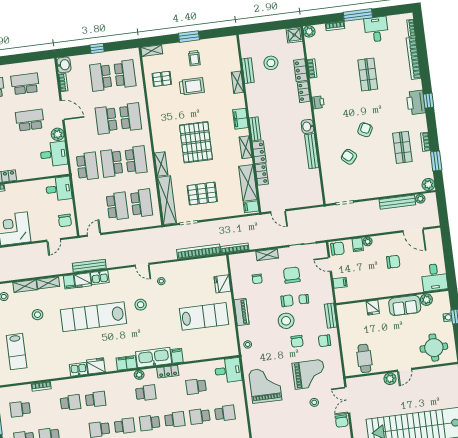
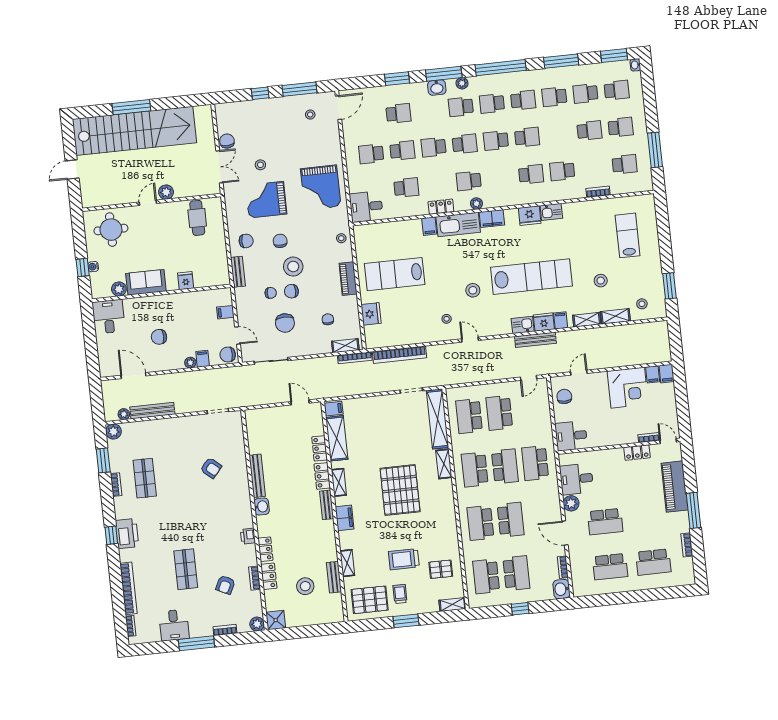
armchair: (365, 130) -> (225, 585), moved
pallet: (202, 194) -> (370, 600), moved
shelving: (267, 255) -> (345, 346), moved
school desk: (96, 399) -> (531, 174), turned 180

